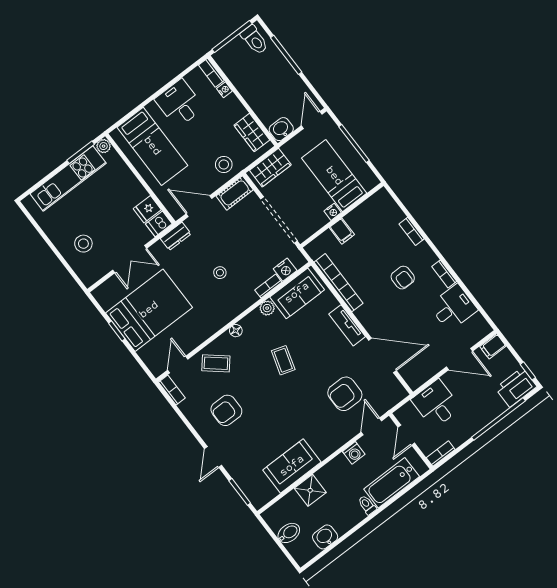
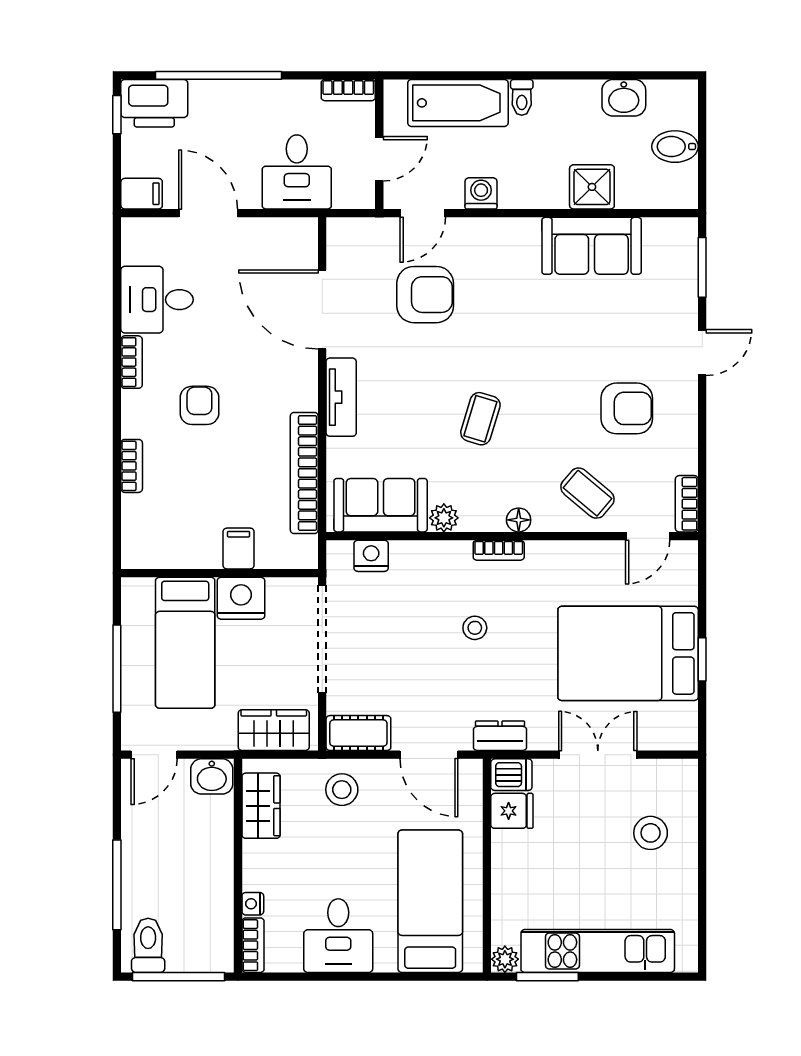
nightstand: (333, 212) -> (241, 598), width x1.89, depth x1.79
bookcase: (268, 286) -> (499, 550), moved

